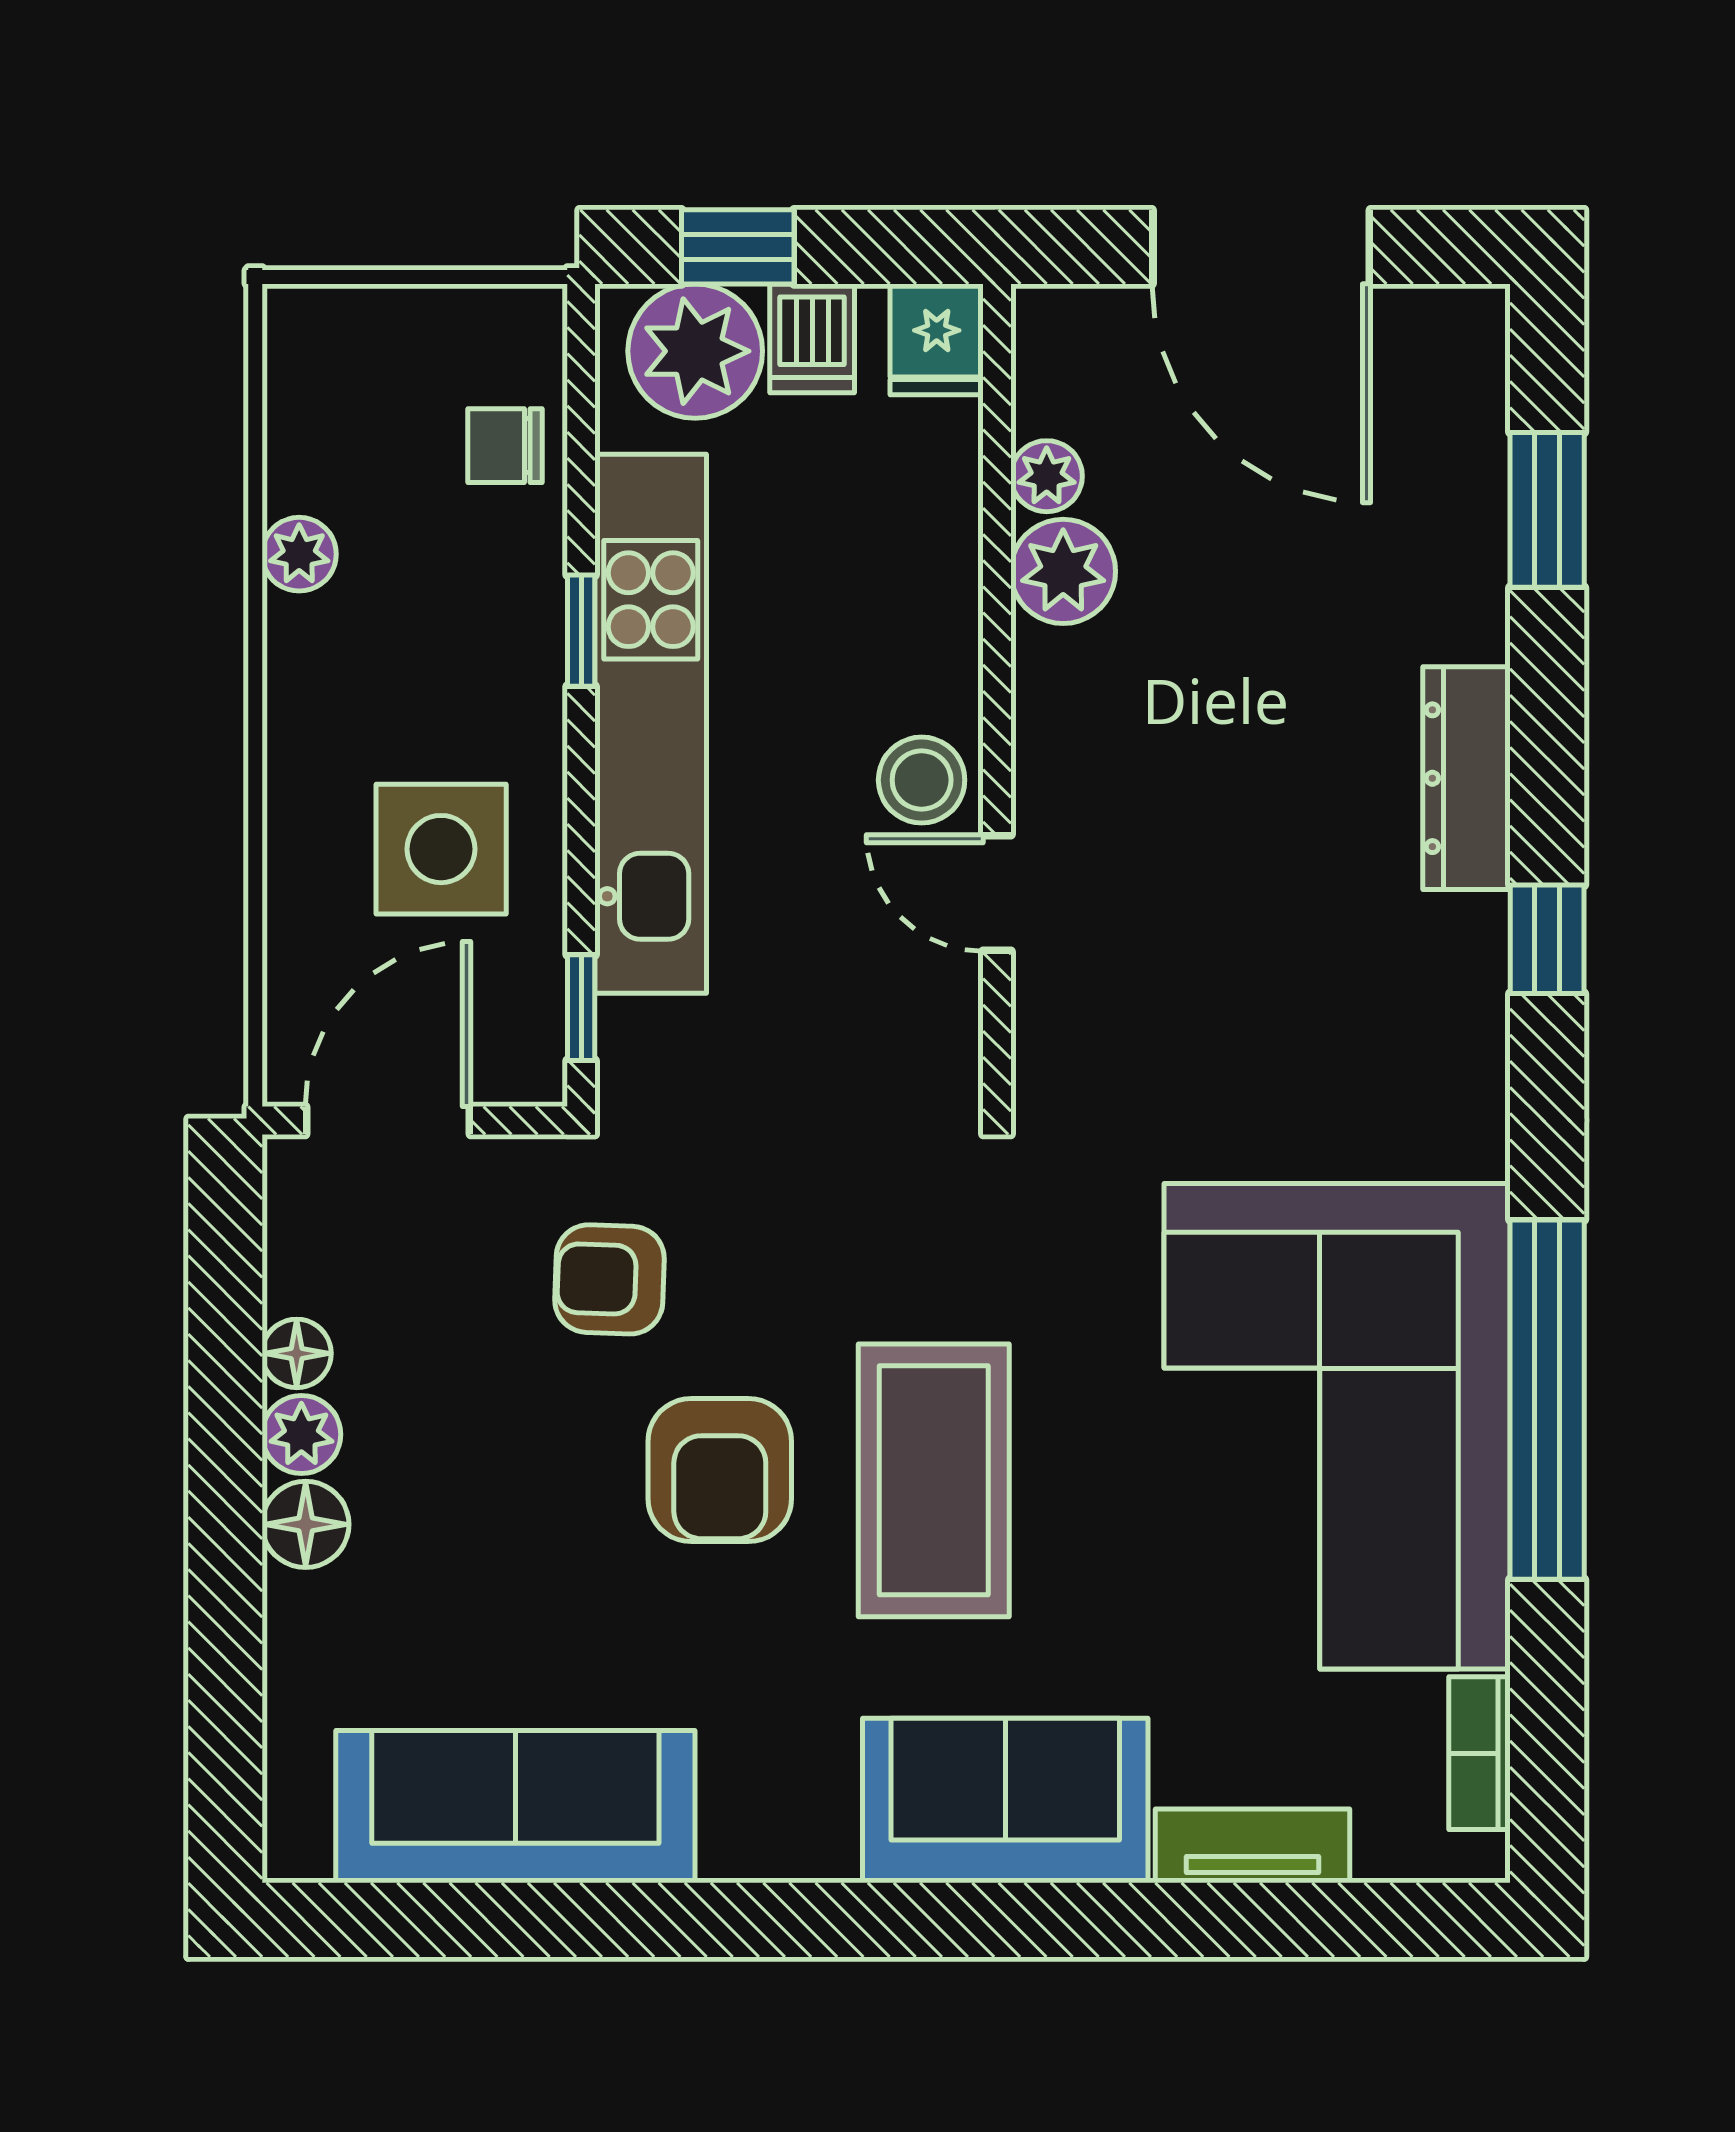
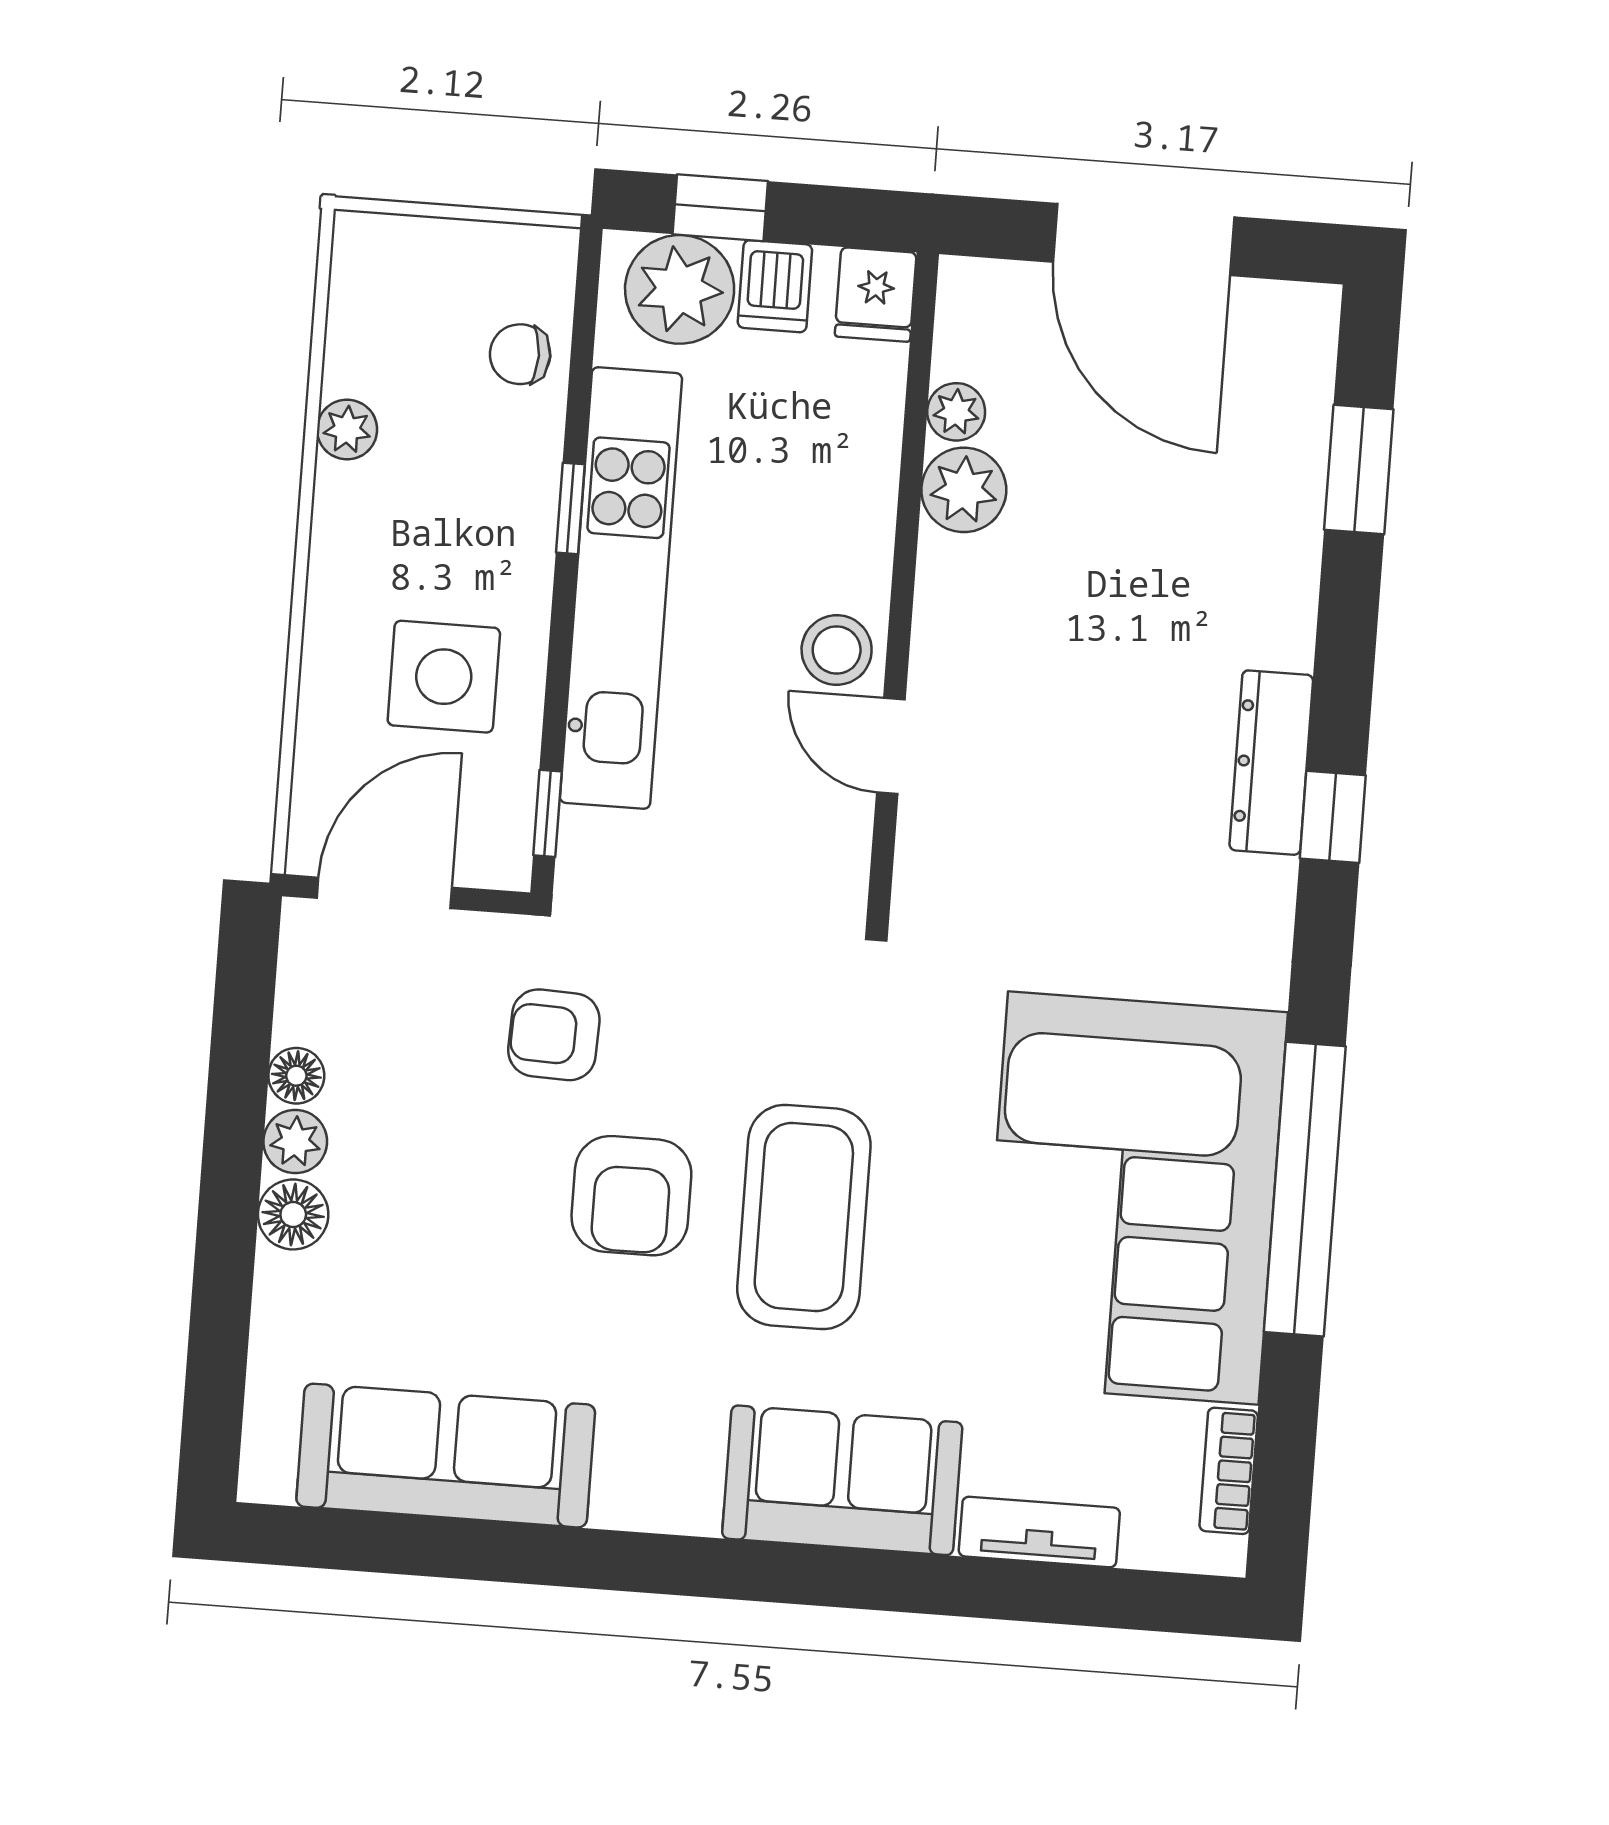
dresser: (1466, 778) -> (1271, 763), moved

